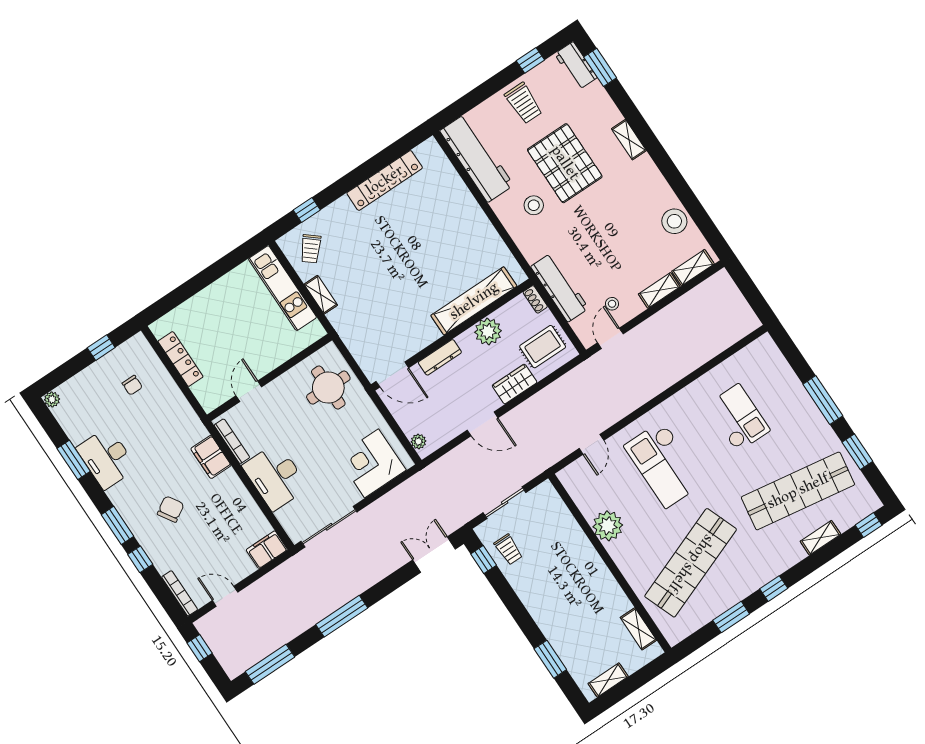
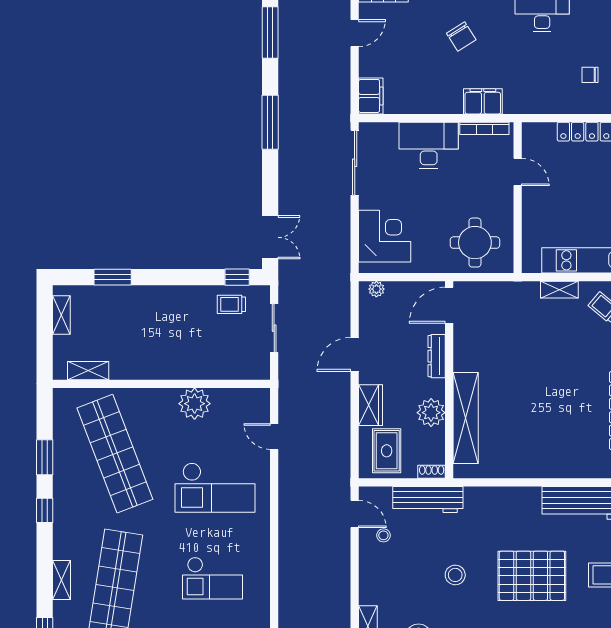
stool: (534, 205) -> (455, 575), moved
shelving: (659, 290) -> (368, 584), removed
checkout: (664, 464) -> (215, 488), turned 180

